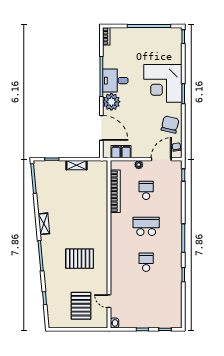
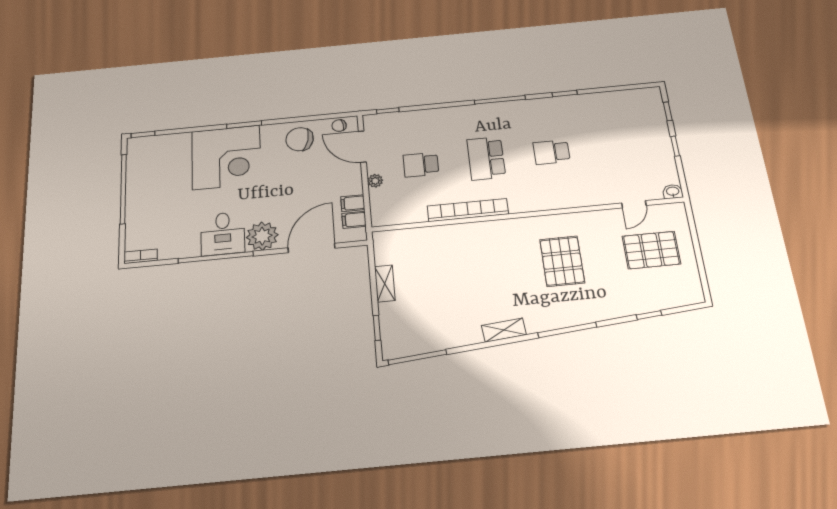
bookcase: (115, 191) -> (468, 210), moved

